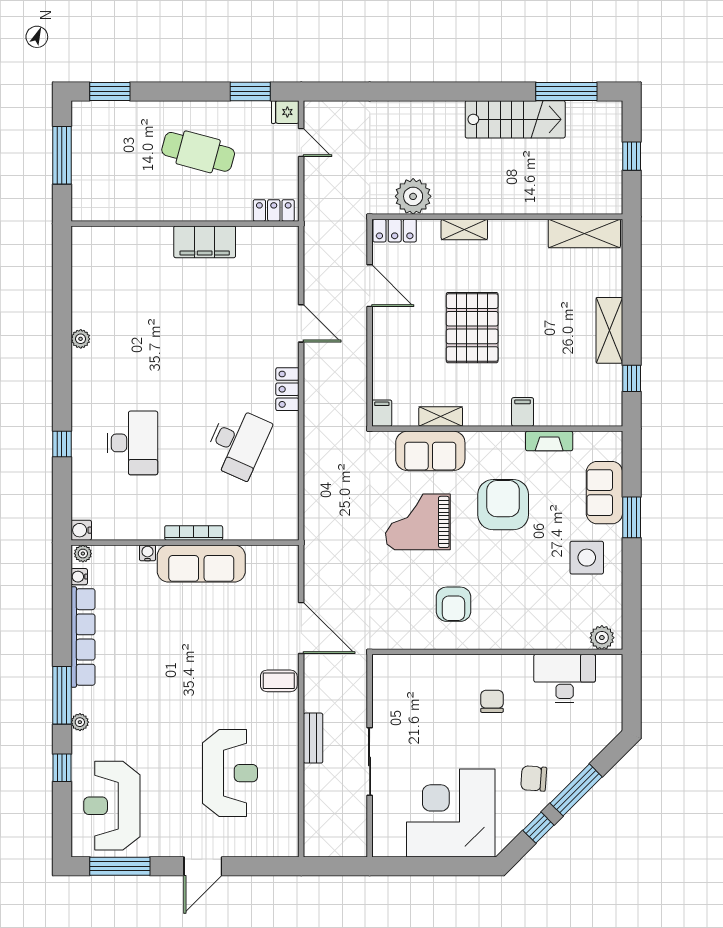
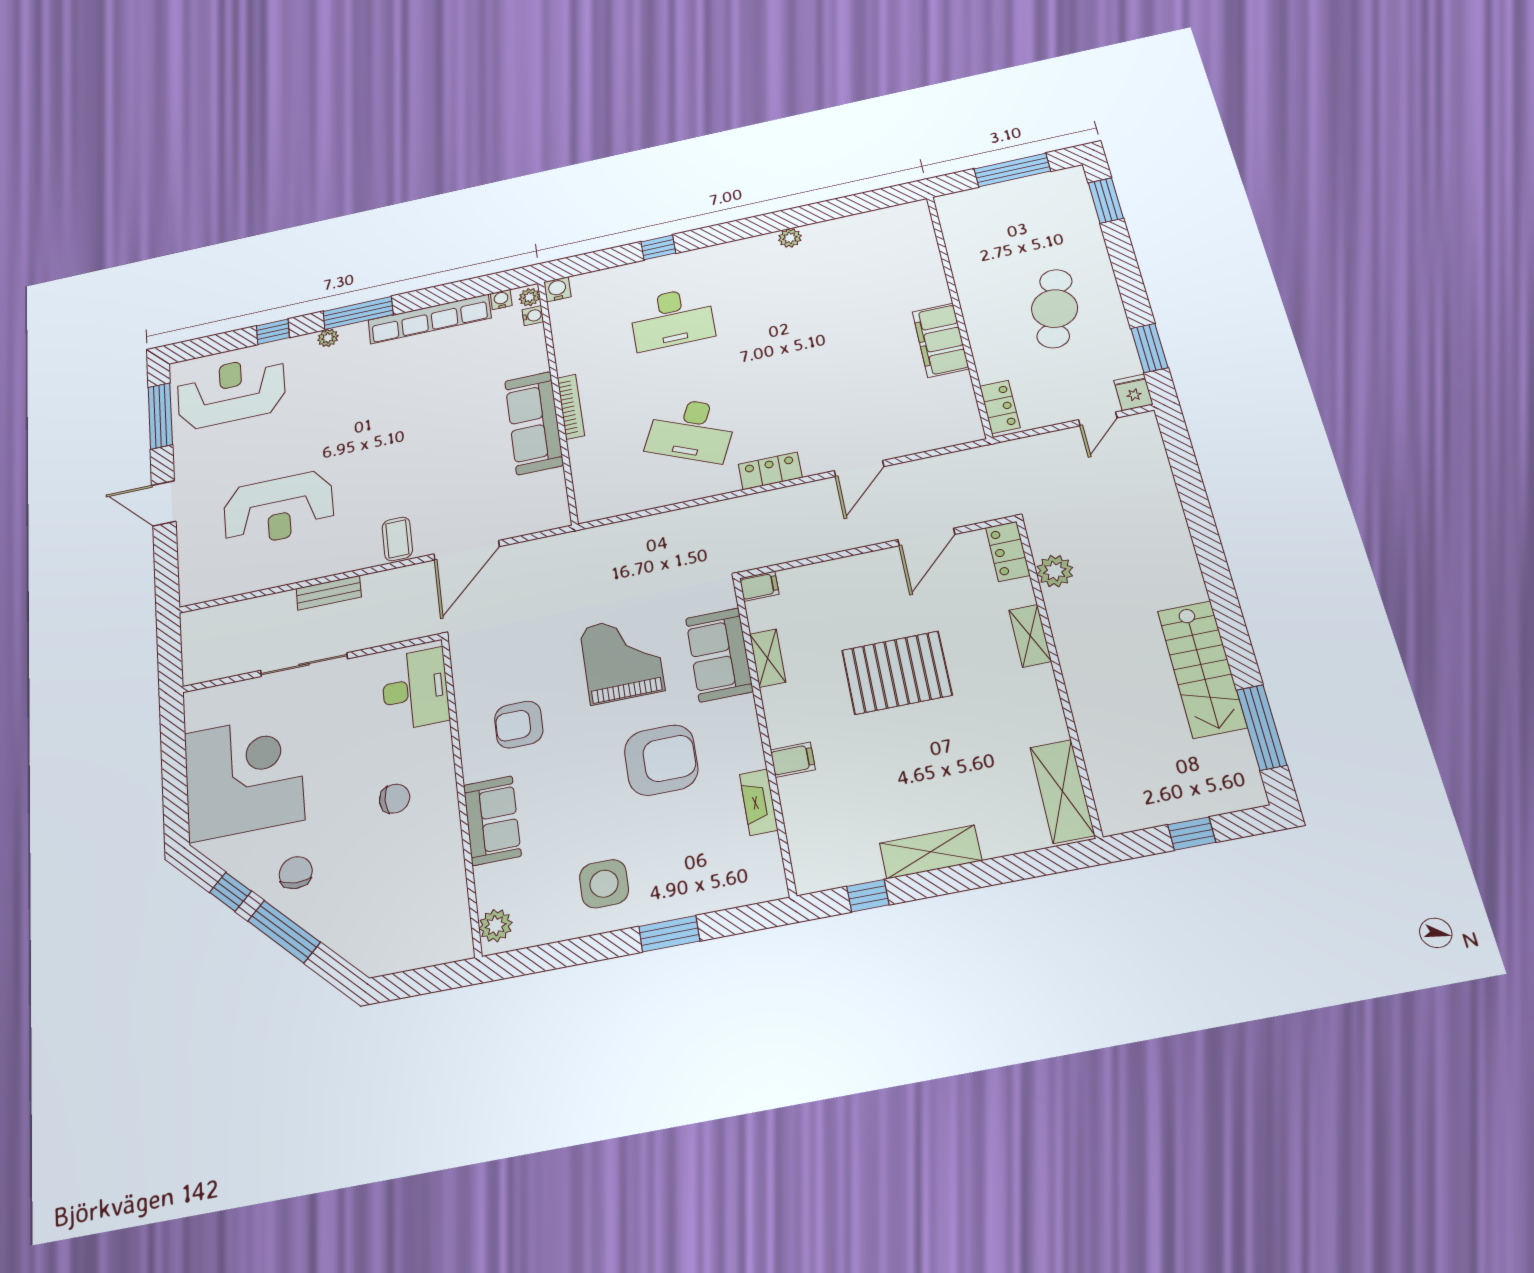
plant: (413, 196) -> (1055, 571), width x0.73, depth x0.73
sofa: (604, 493) -> (492, 821), moved, turned 90
water cooler: (148, 553) -> (533, 316), moved
desk: (565, 678) -> (415, 689), moved

